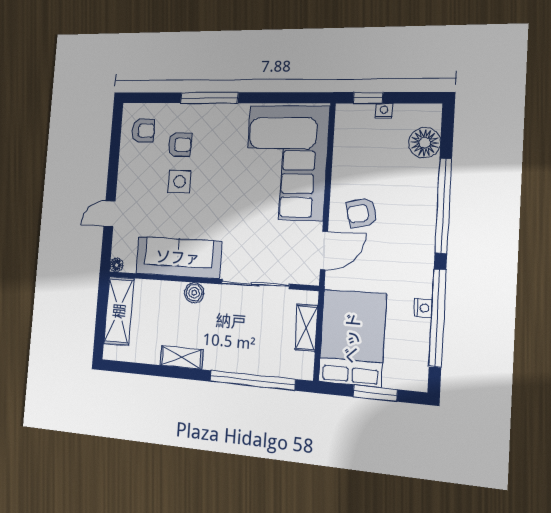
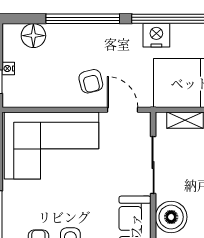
boiler: (194, 293) -> (171, 217), width x1.86, depth x1.86
nightstand: (423, 308) -> (156, 35), width x1.89, depth x1.79

